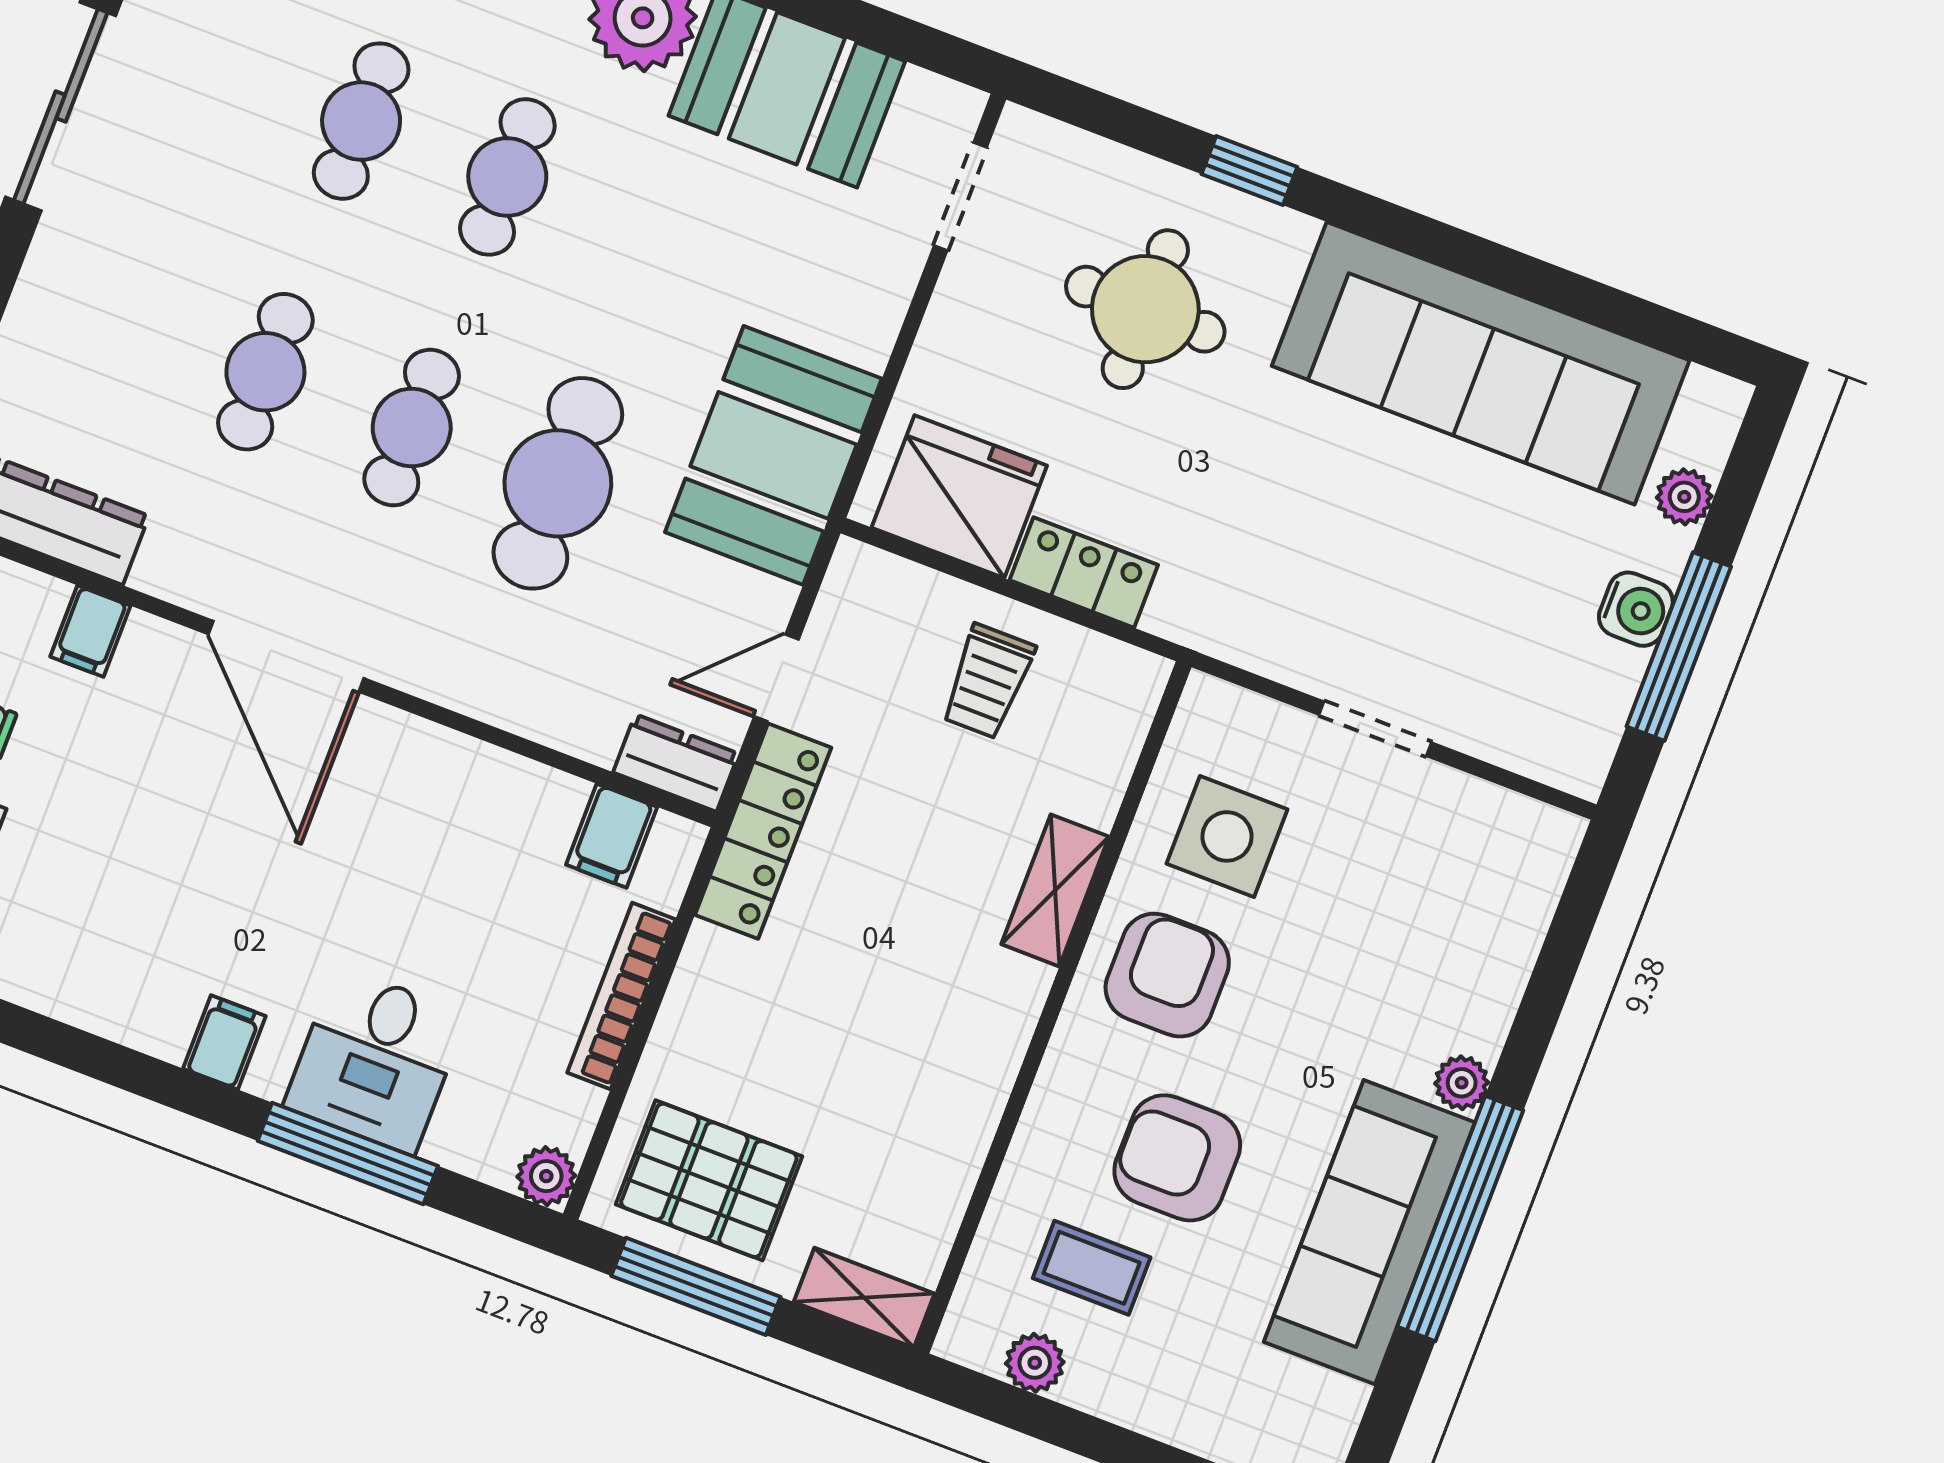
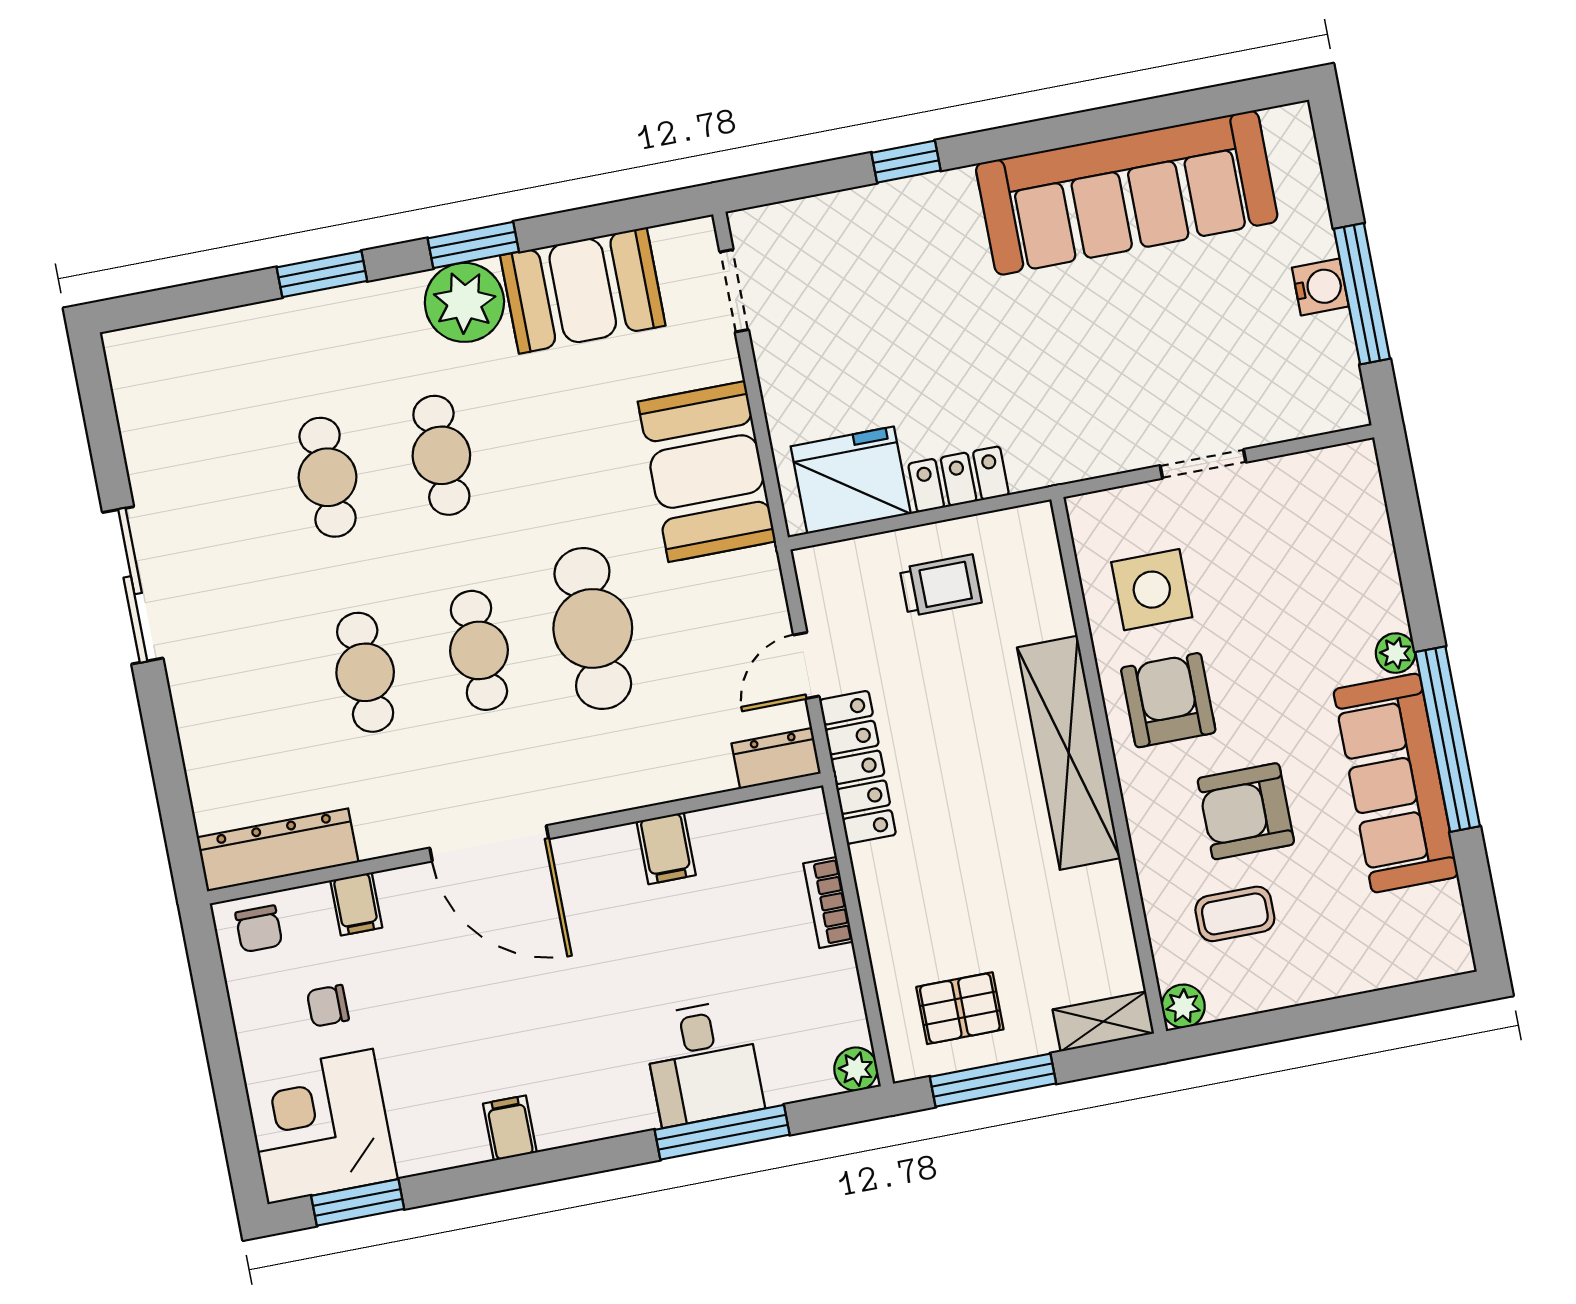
round table: (1145, 309) -> (895, 290), removed
booth: (773, 455) -> (707, 472), moved
plant: (1684, 497) -> (1307, 197), removed
trolley: (988, 681) -> (941, 585), turned -90
filing cabinet: (612, 836) -> (666, 848), moved
shelving: (1055, 890) -> (1069, 753), width x2.20, depth x1.33
bookcase: (621, 996) -> (828, 903), width x0.64
filing cabinet: (224, 1042) -> (510, 1128), moved
pallet: (709, 1180) -> (960, 1008), width x0.67, depth x0.71
plant: (1035, 1363) -> (1183, 1006), moved

